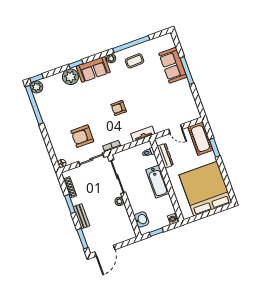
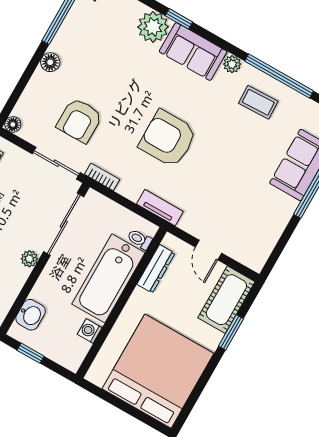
armchair: (119, 108) -> (168, 139), width x1.88, depth x1.88
floor lamp: (50, 128) -> (50, 62), added
armchair: (82, 136) -> (79, 120), turned -90
bathtub: (157, 182) -> (108, 278), width x1.36, depth x1.36
washing machine: (173, 219) -> (90, 331), moved

